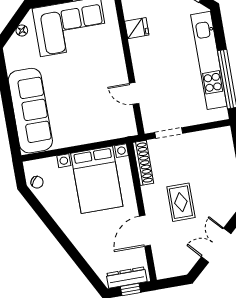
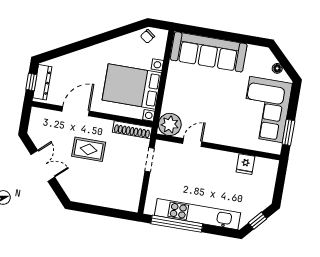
plant: (123, 124) -> (170, 124), added
door: (145, 231) -> (76, 111), hinge flipped

